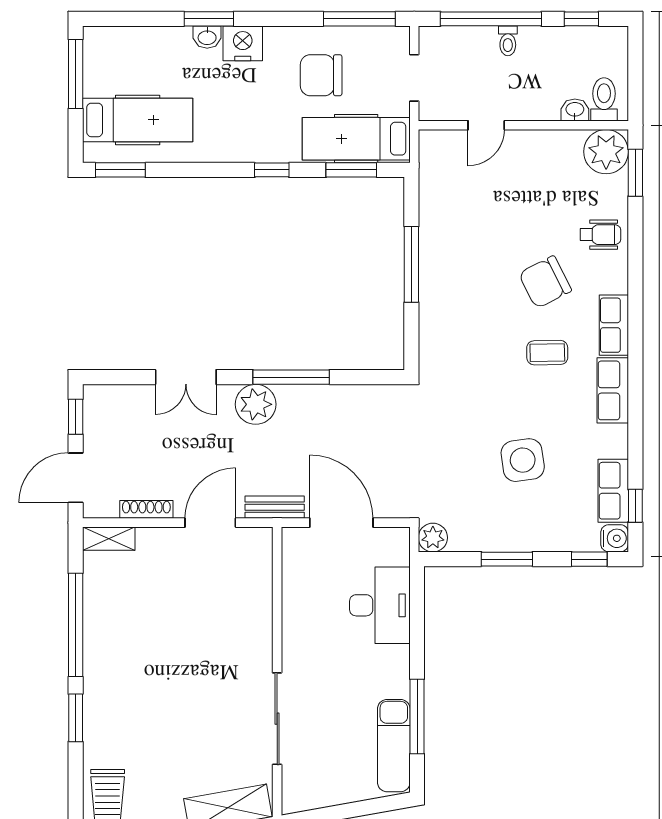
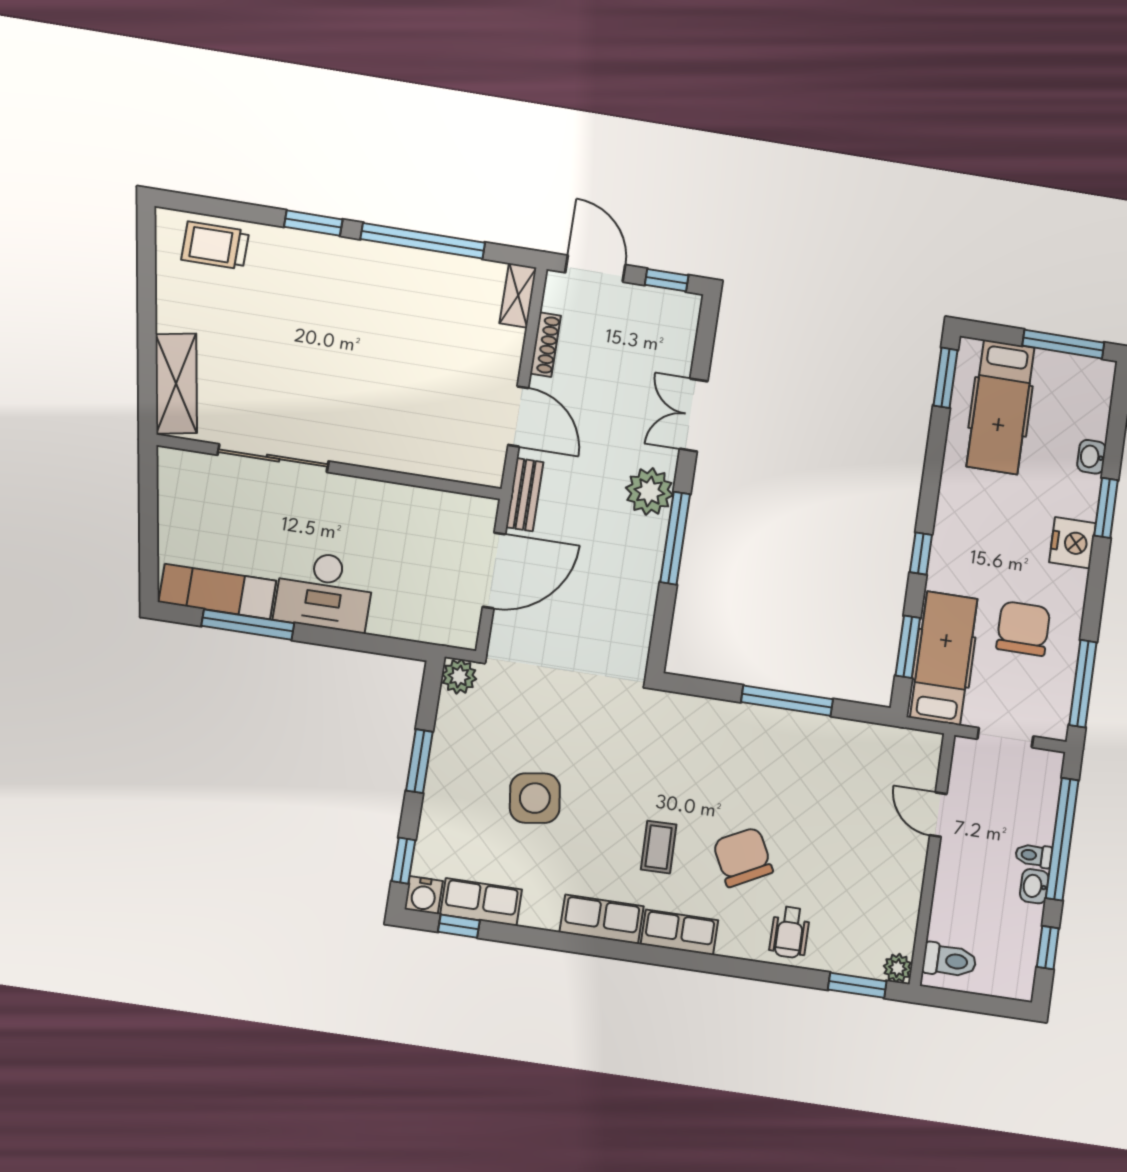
washbasin: (207, 37) -> (1091, 457), moved
washbasin: (575, 110) -> (1034, 886), moved, turned 180
plant: (606, 152) -> (898, 968), width x0.53, depth x0.53
desk: (380, 605) -> (324, 591), moved

